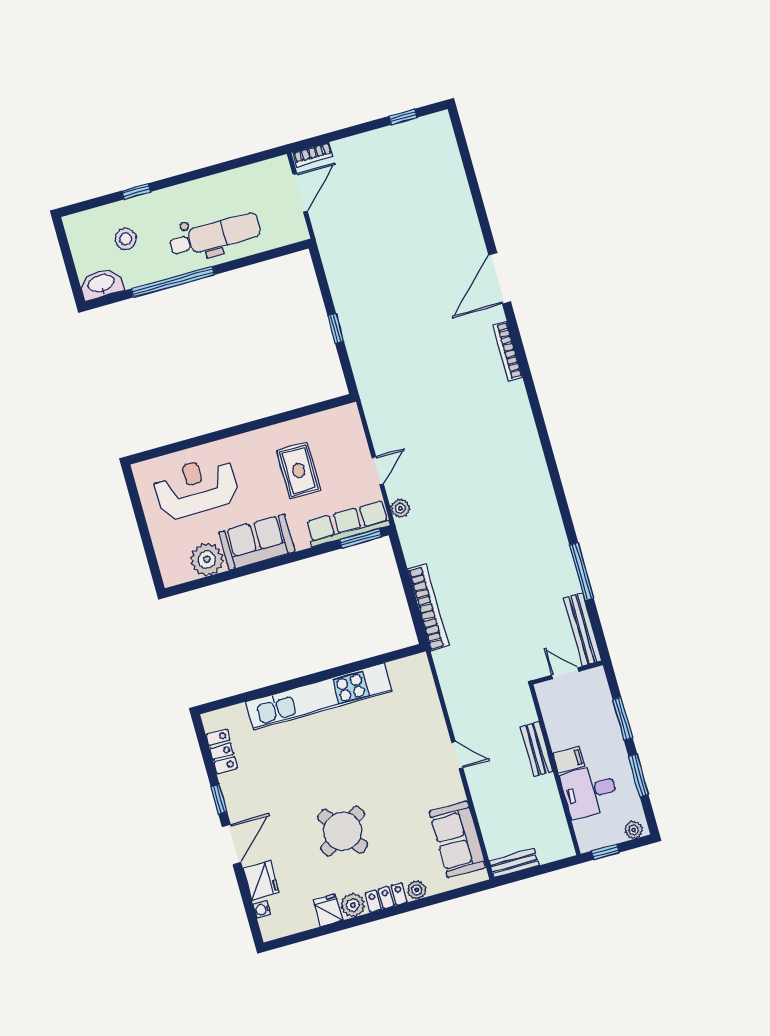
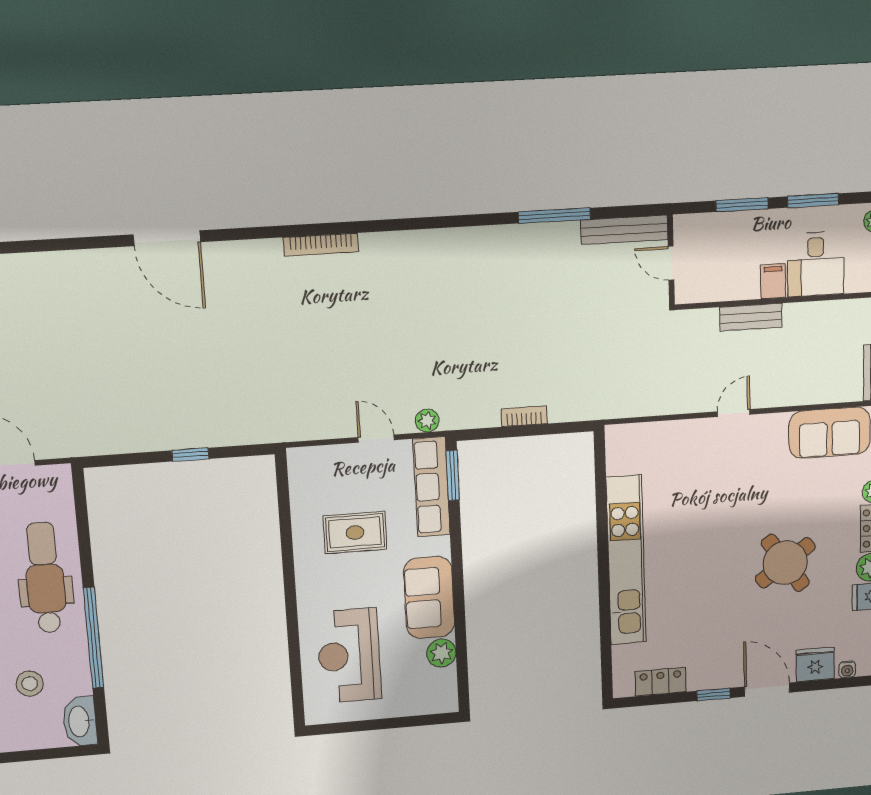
bookcase: (508, 351) -> (321, 245), moved
plant: (207, 559) -> (441, 653), width x0.73, depth x0.73
bookcase: (428, 608) -> (524, 416), width x0.43, depth x0.76
door: (565, 673) -> (671, 263), hinge flipped

